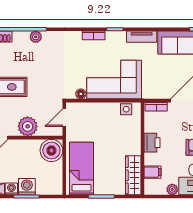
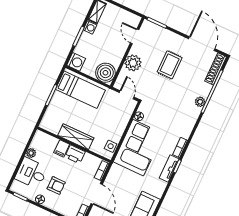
tv unit: (142, 37) -> (169, 169), moved
filing cabinet: (152, 172) -> (62, 148), moved
wardrobe: (133, 175) -> (76, 137), moved
washing machine: (27, 187) -> (76, 62), moved

